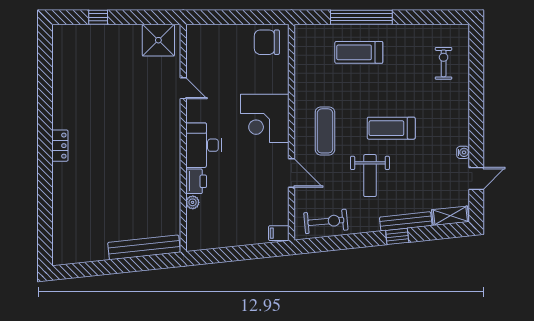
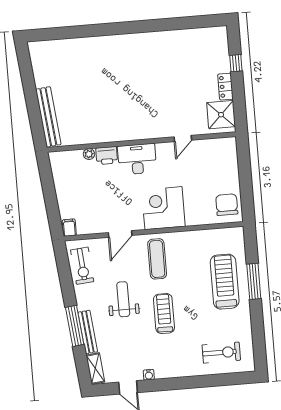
window: (361, 17) -> (254, 281), width x0.68
treadmill: (359, 52) -> (225, 282), width x1.37, depth x1.37
exercise bike: (444, 63) -> (221, 353), width x1.38, depth x1.39
exercise mat: (325, 131) -> (157, 259), turned 90
locker: (60, 146) -> (225, 87), moved, turned 90
weight bench: (370, 176) -> (123, 299), turned 90
window: (397, 236) -> (75, 326), width x2.17

